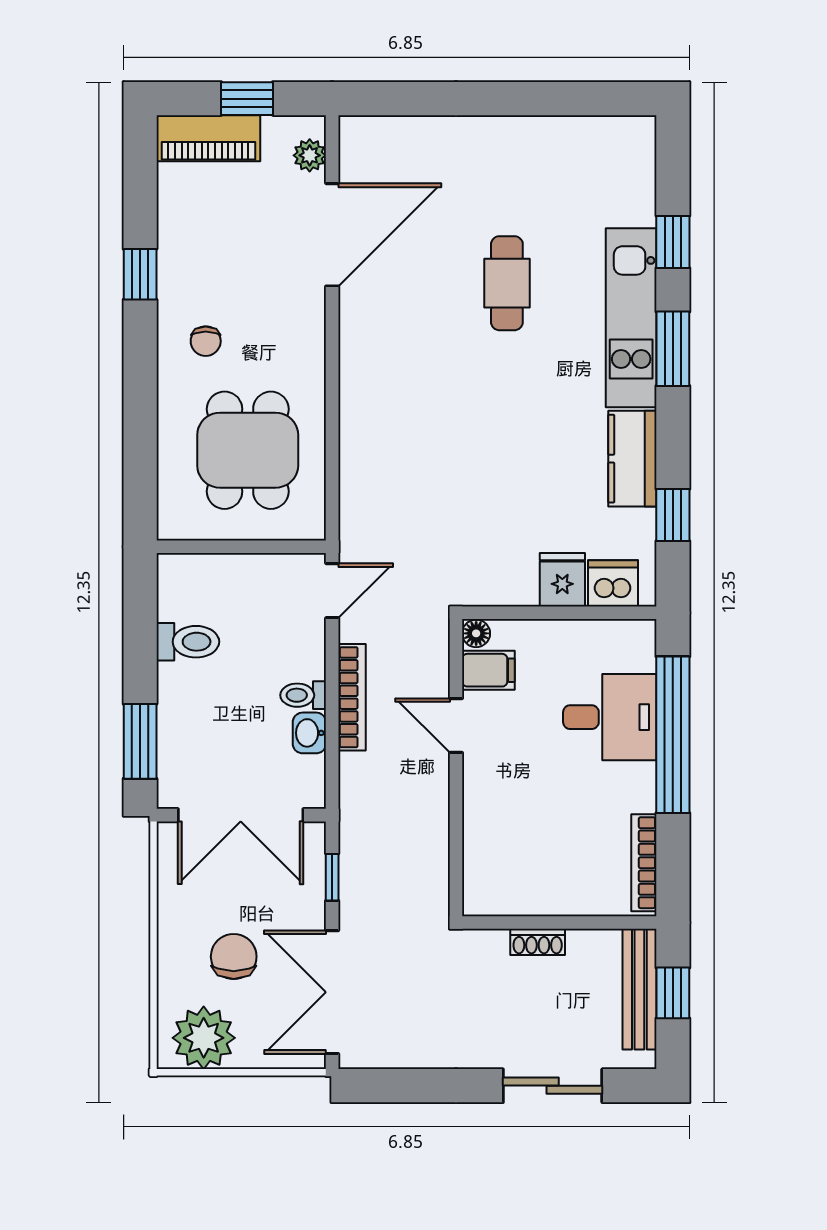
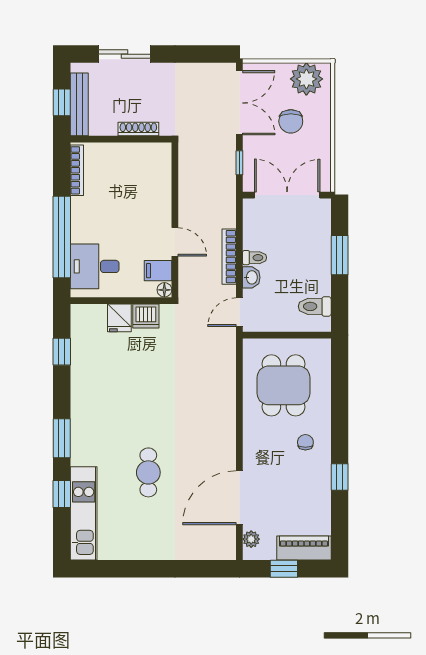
kitchen unit: (631, 318) -> (84, 513), moved
kitchen counter: (632, 459) -> (83, 381), removed
dishwasher: (613, 583) -> (146, 316), moved
toilet: (188, 642) -> (315, 306), moved
desk: (610, 717) -> (95, 266), moved
washbasin: (309, 733) -> (251, 277), moved
window: (140, 741) -> (340, 255), moved
shoe rack: (538, 942) -> (138, 129), width x1.43

